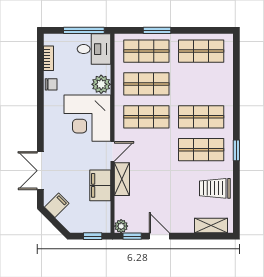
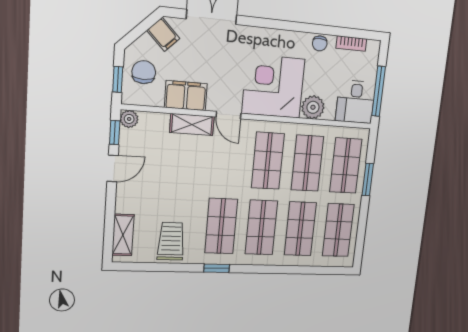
shop shelf: (201, 84) -> (300, 229), added
chair: (86, 218) -> (144, 72), added

